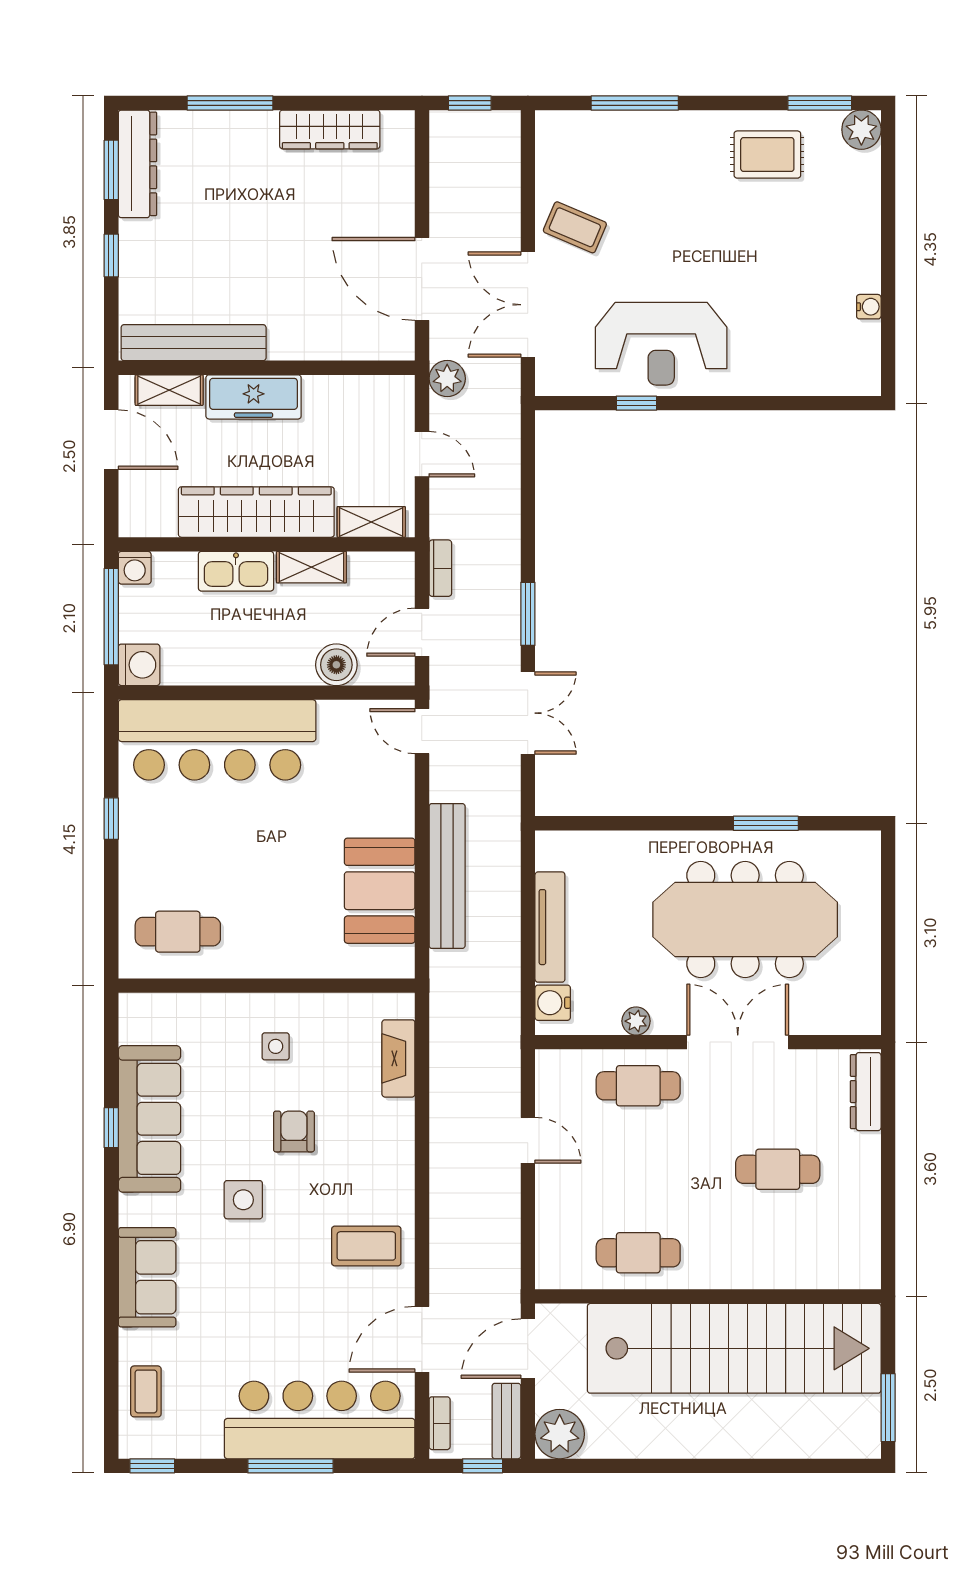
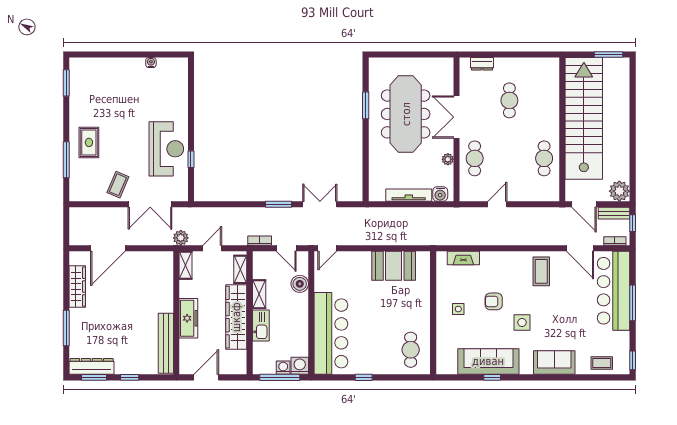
window: (470, 103) -> (66, 228), removed
plant: (861, 130) -> (77, 66), removed
rug: (767, 155) -> (89, 142), moved
door: (422, 279) -> (108, 248), moved
shelving: (169, 390) -> (186, 265), moved
washing machine: (135, 568) -> (283, 368), moved, turned -90
bench: (447, 876) -> (388, 238), removed
dresser: (866, 1092) -> (482, 64), width x0.70

